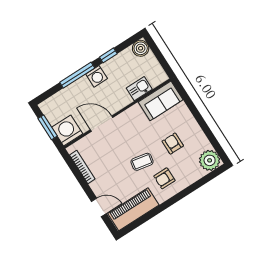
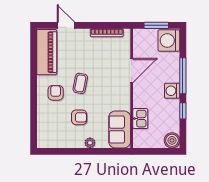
washing machine: (67, 131) -> (169, 40), moved, turned 180
plant: (210, 160) -> (90, 143), moved, width x0.53, depth x0.53
door: (99, 207) -> (66, 25), swing flipped

